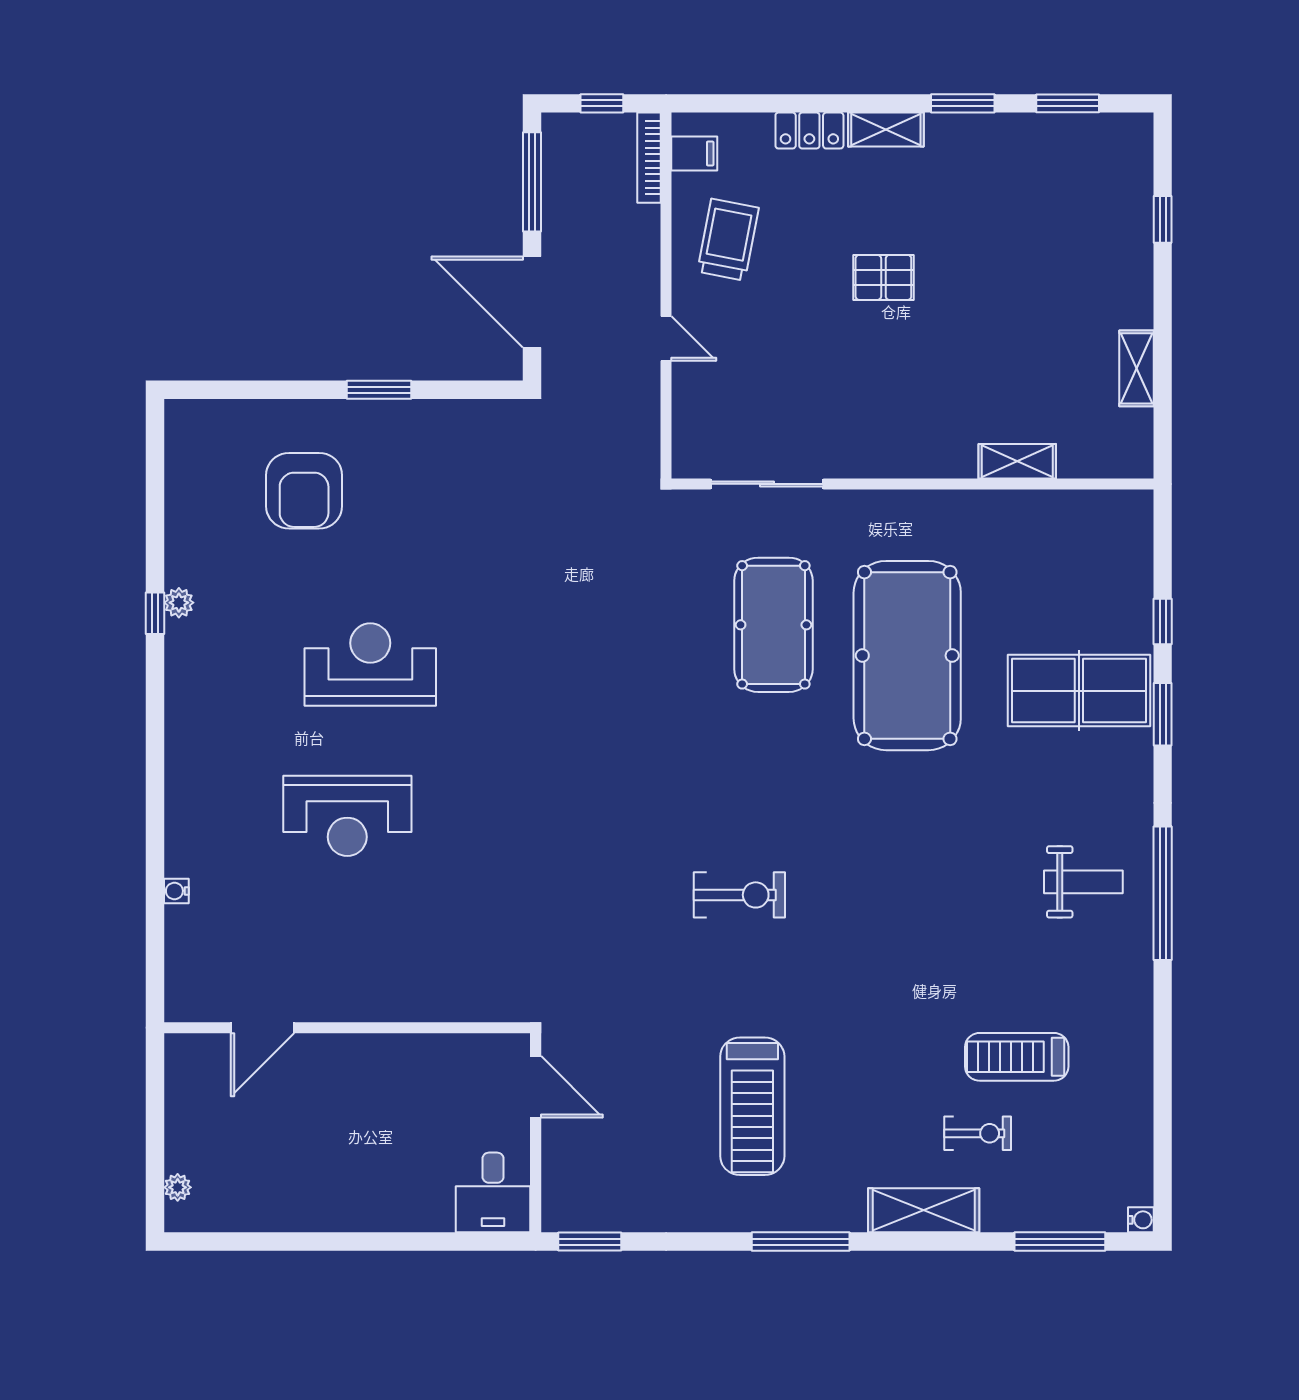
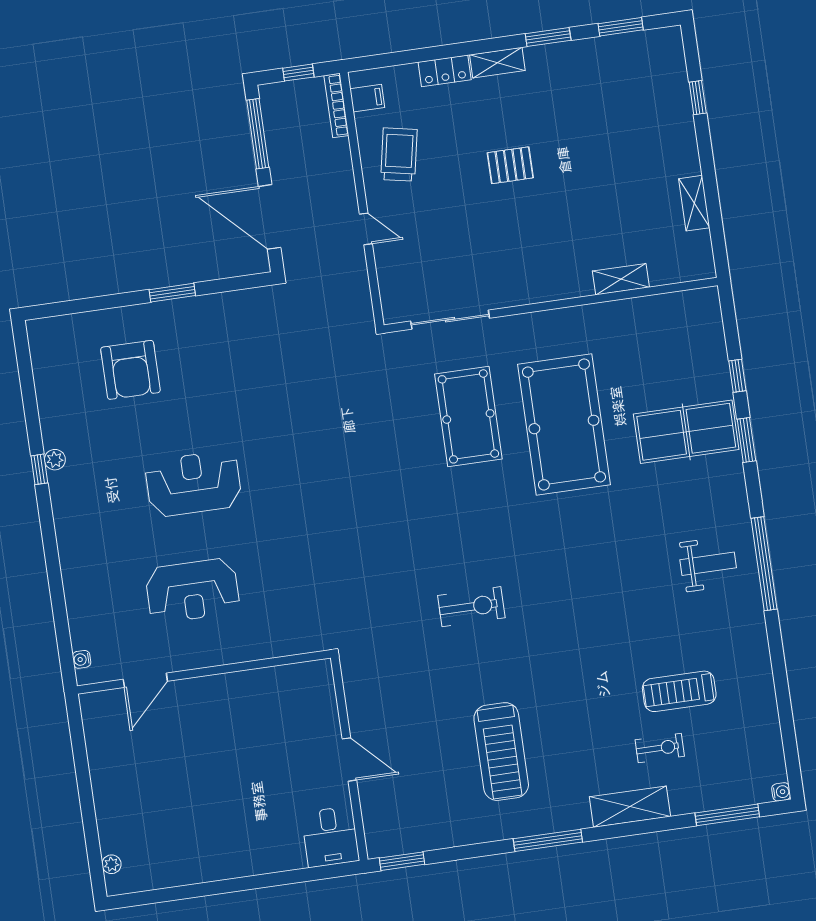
door: (263, 1028) -> (145, 680), moved
wall: (347, 1028) -> (204, 672), moved

